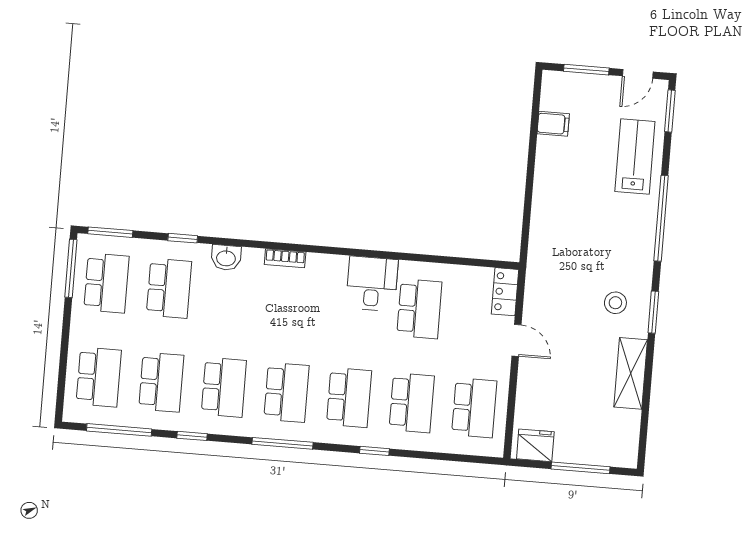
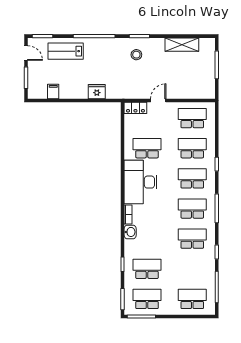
washbasin: (226, 258) -> (130, 232), moved
desk: (372, 284) -> (141, 182), width x1.87, depth x1.30
shelving: (631, 373) -> (182, 45), moved
school desk: (161, 382) -> (192, 269), removed
fridge: (535, 445) -> (97, 92), moved, turned 90

